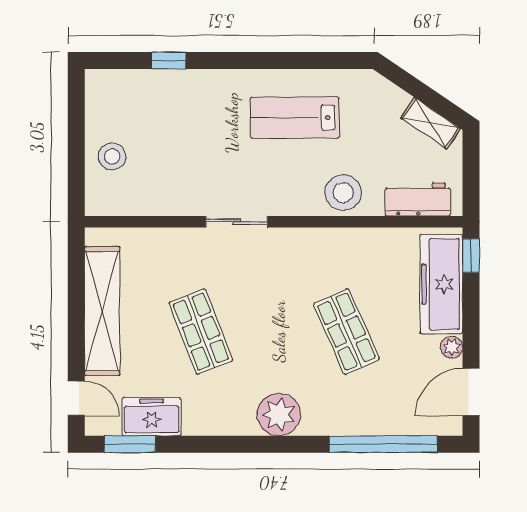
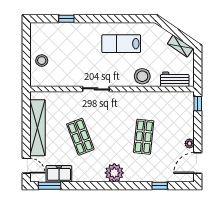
freezer: (441, 284) -> (185, 116), removed
shop shelf: (346, 332) -> (144, 137), turned 30
window: (383, 444) -> (160, 186), width x0.32

